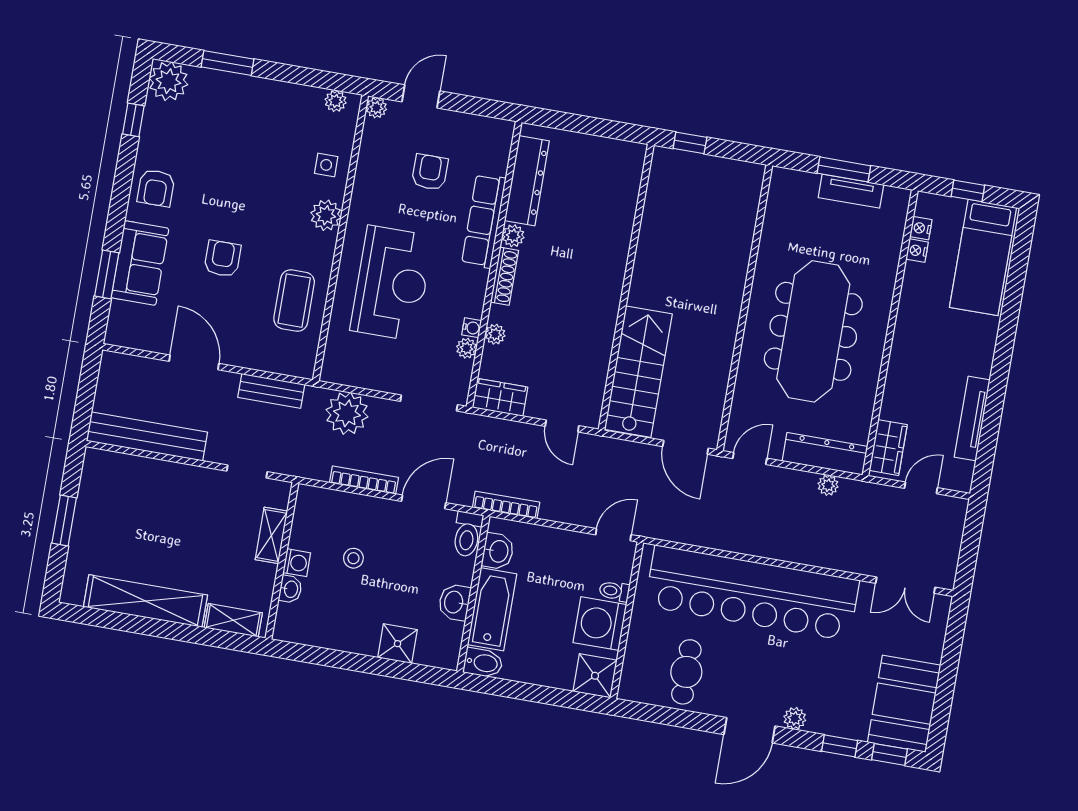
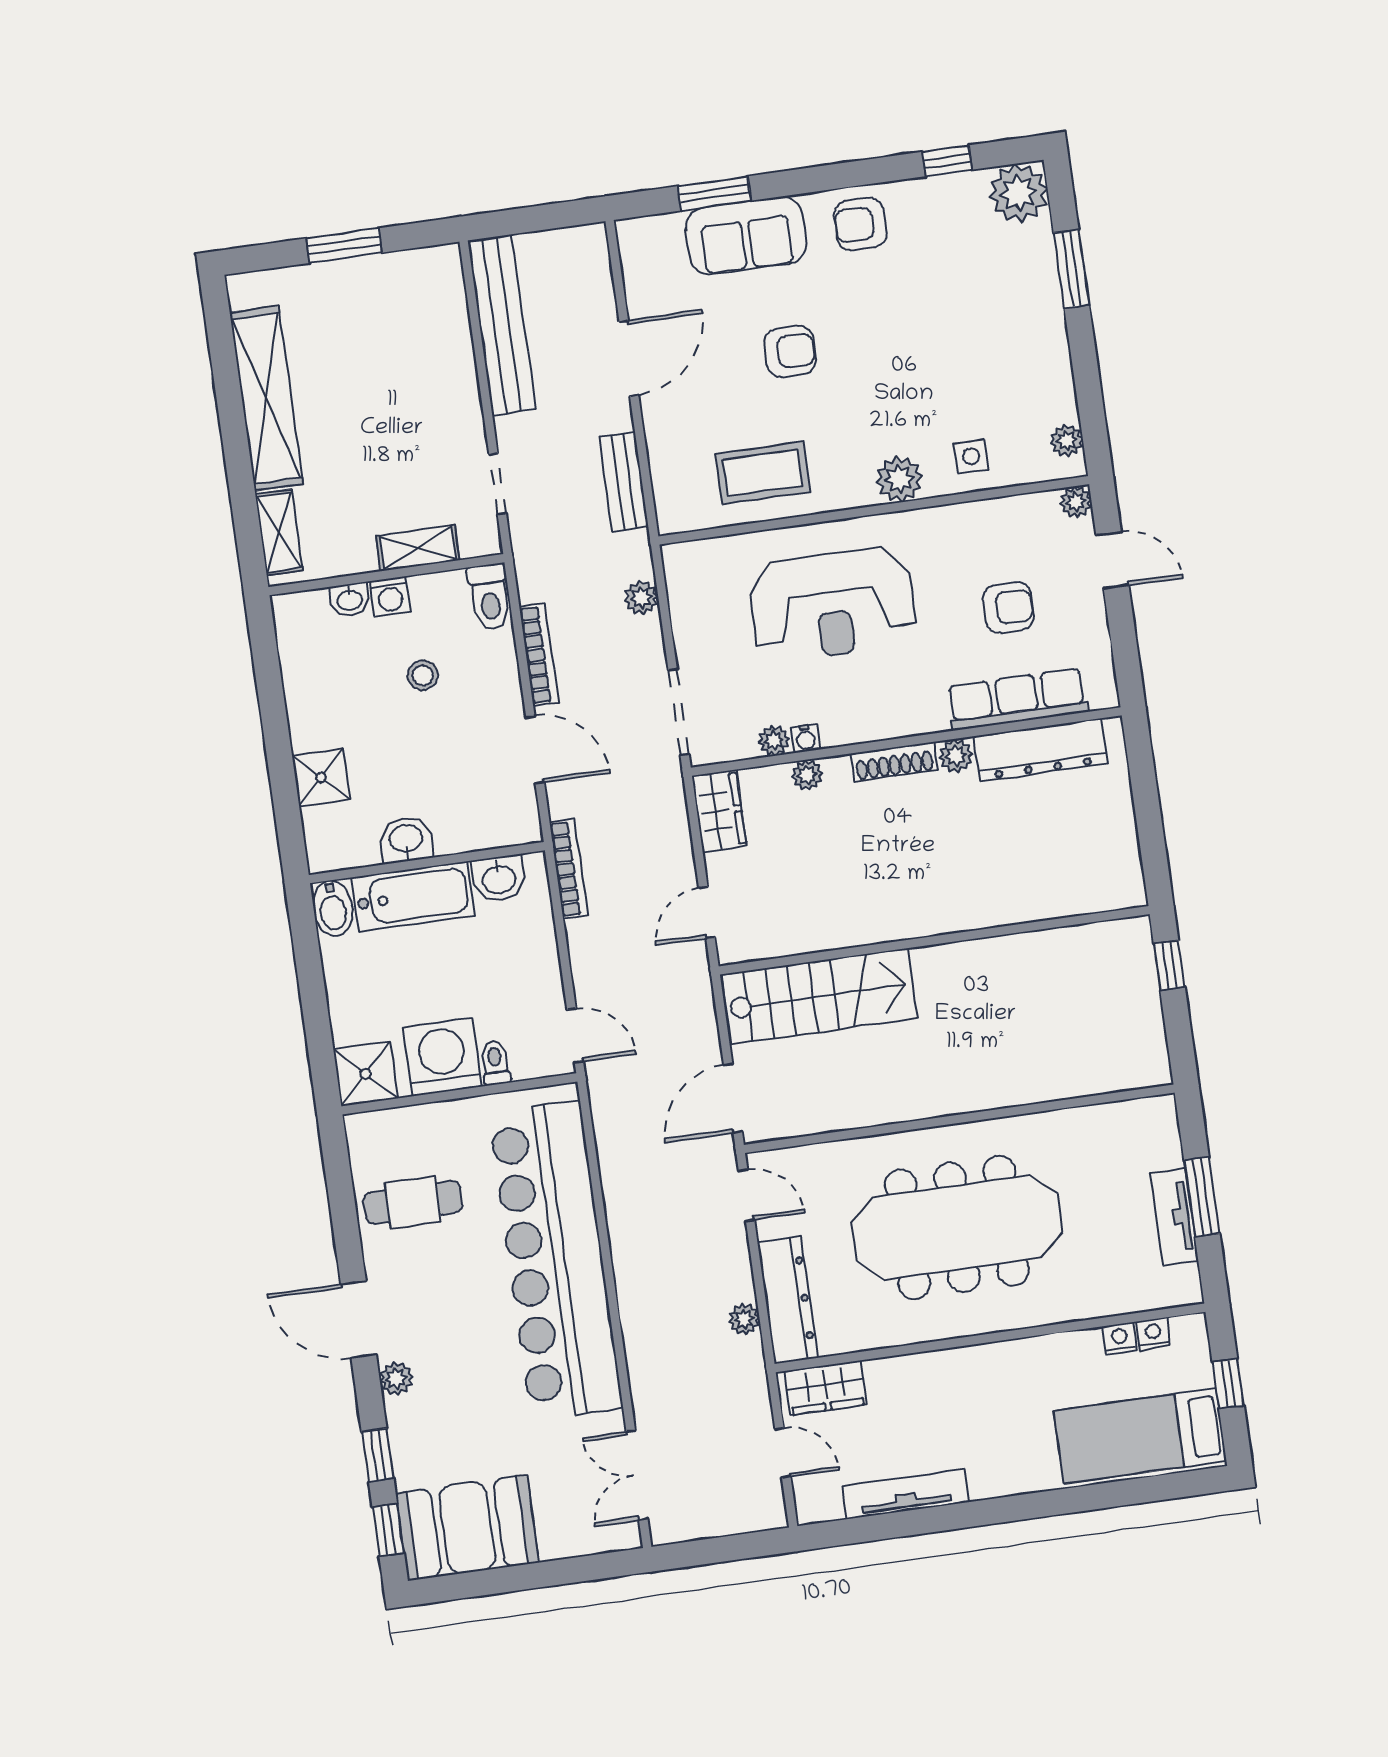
row of seats: (484, 221) -> (1017, 699), moved
plant: (347, 413) -> (641, 598), width x0.53, depth x0.53
toilet: (467, 534) -> (490, 597), moved, turned -90

